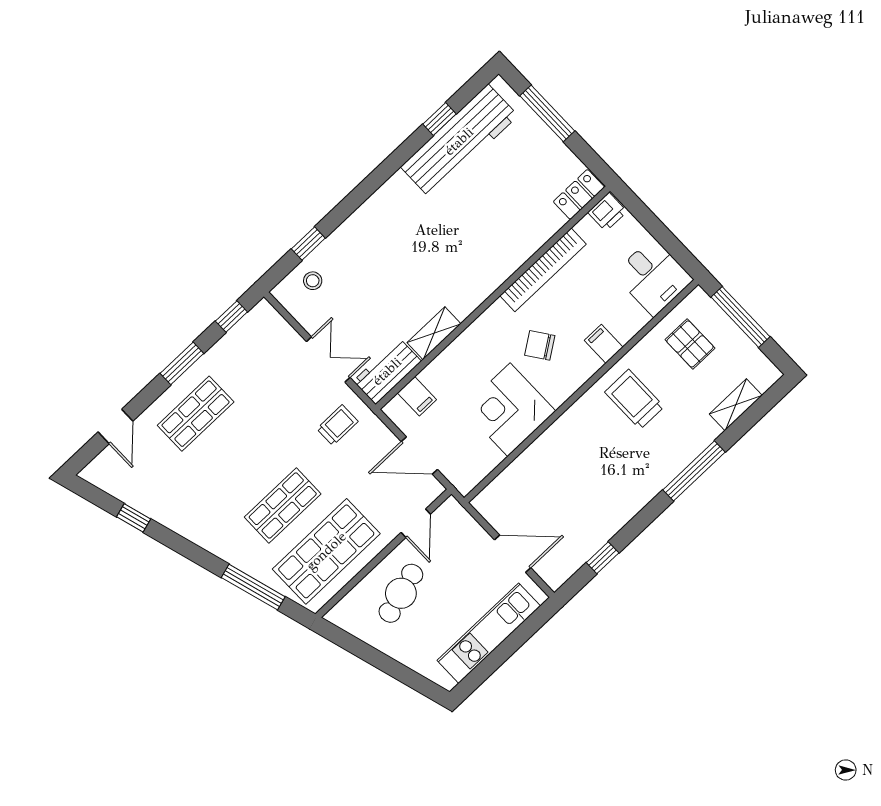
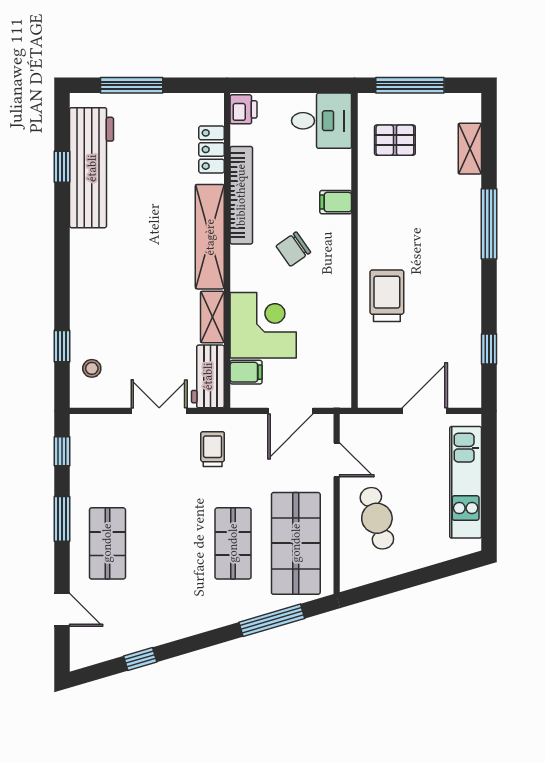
locker: (579, 194) -> (211, 149), moved
shelving: (491, 276) -> (210, 237), added
trolley: (634, 399) -> (387, 296), moved, turned 90
corner desk: (509, 410) -> (263, 325), moved, turned 180

